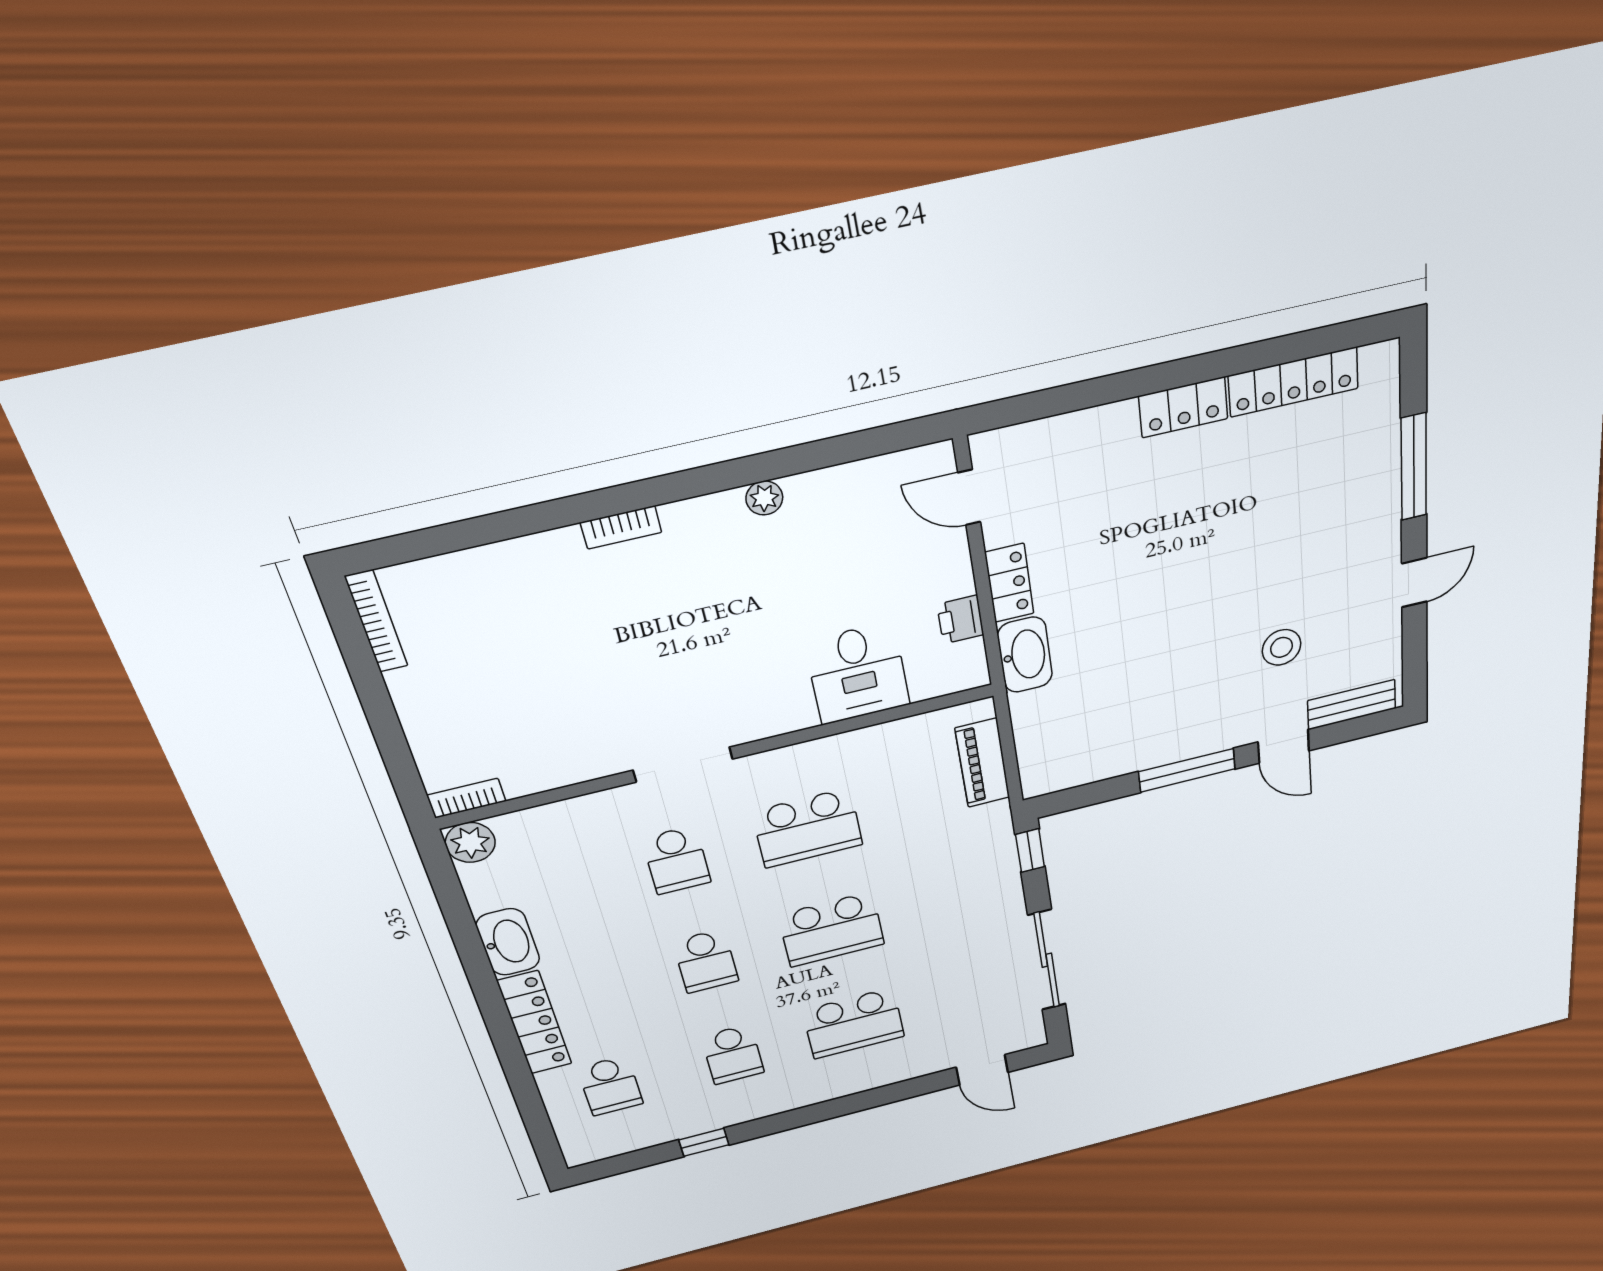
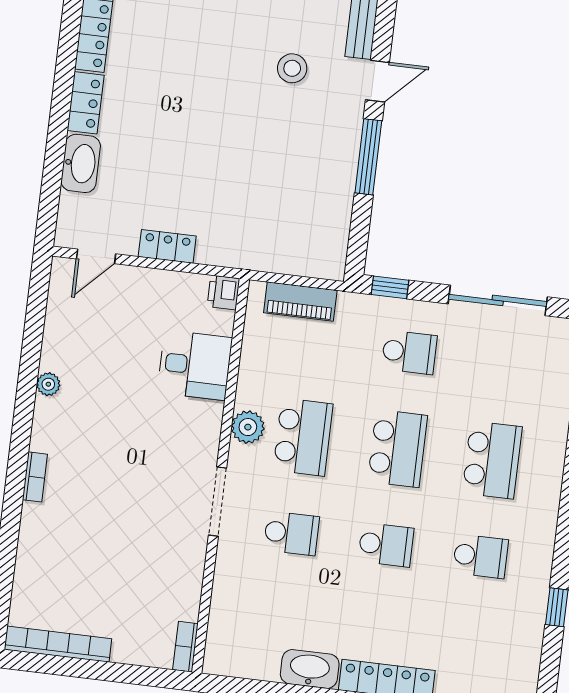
printer: (960, 620) -> (223, 292), moved, turned 90
bookcase: (376, 621) -> (58, 644), width x1.48, depth x1.31
washbasin: (1025, 655) -> (81, 163), moved, turned 90
plant: (470, 842) -> (248, 427), moved
school desk: (610, 1086) -> (409, 352), moved

